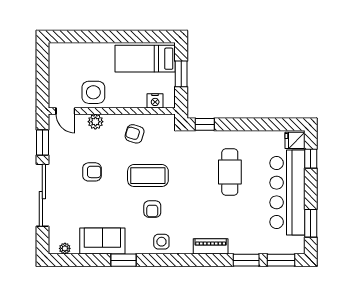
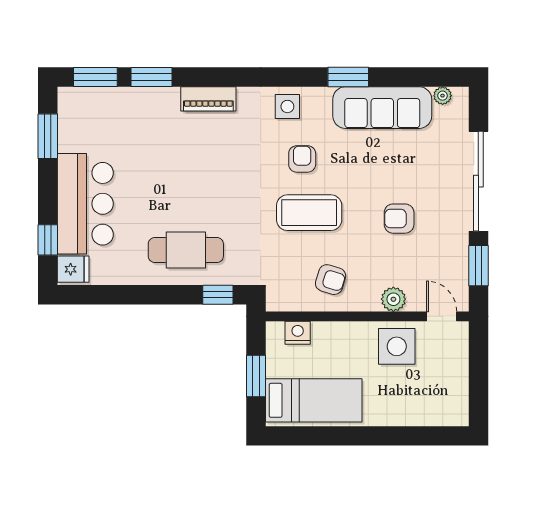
cafe table: (230, 172) -> (186, 250), moved, turned 90
bar counter: (287, 192) -> (85, 204), width x0.73
sofa: (102, 241) -> (382, 108), width x1.36

